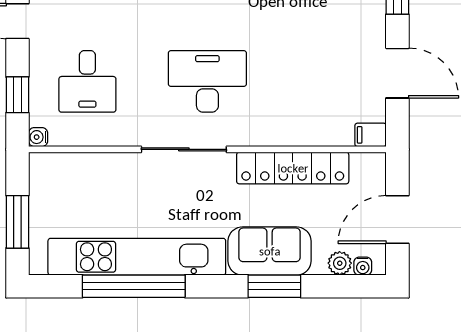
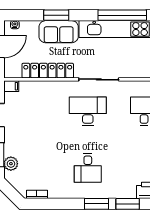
desk: (207, 81) -> (88, 111), turned 180
plant: (340, 263) -> (26, 26), removed

